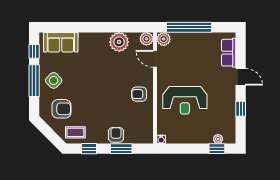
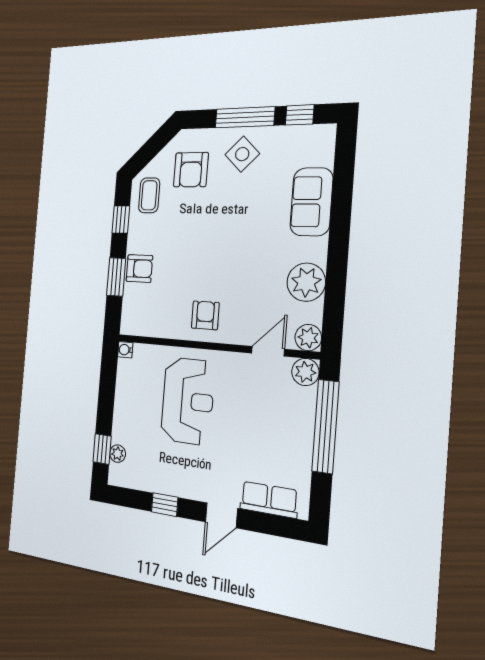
sofa: (61, 42) -> (311, 202), moved
reception desk: (185, 100) -> (188, 401), turned 180

